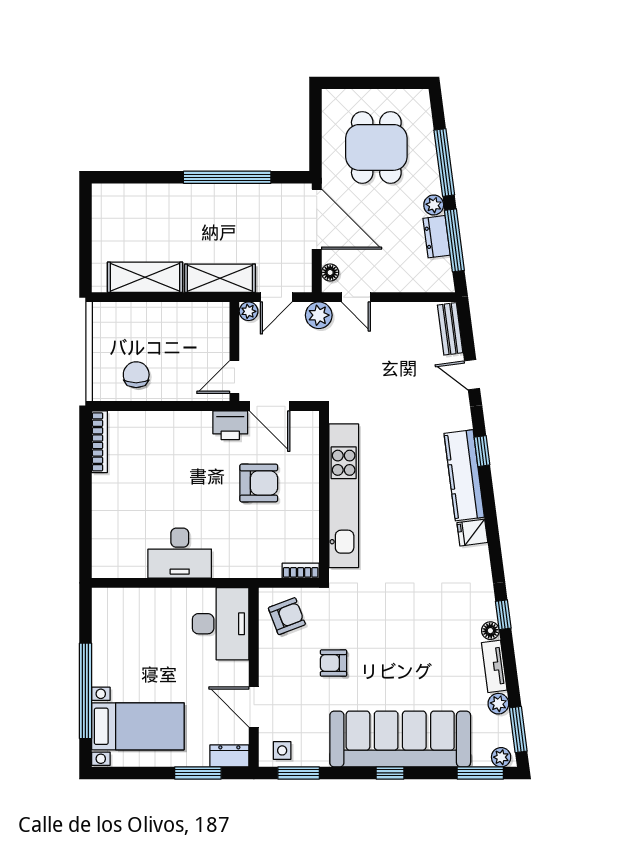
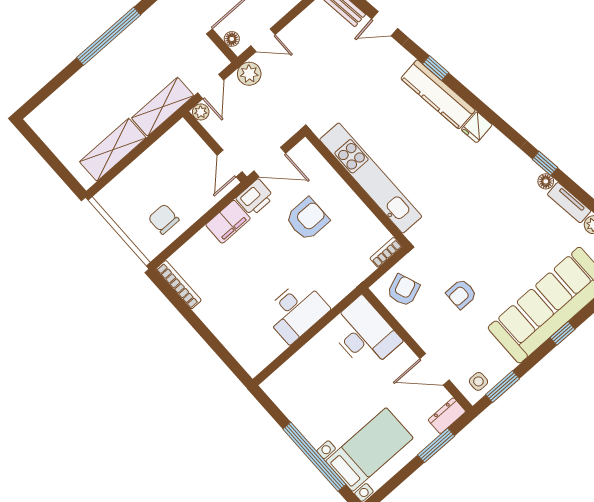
filing cabinet: (189, 425) -> (228, 222), added

